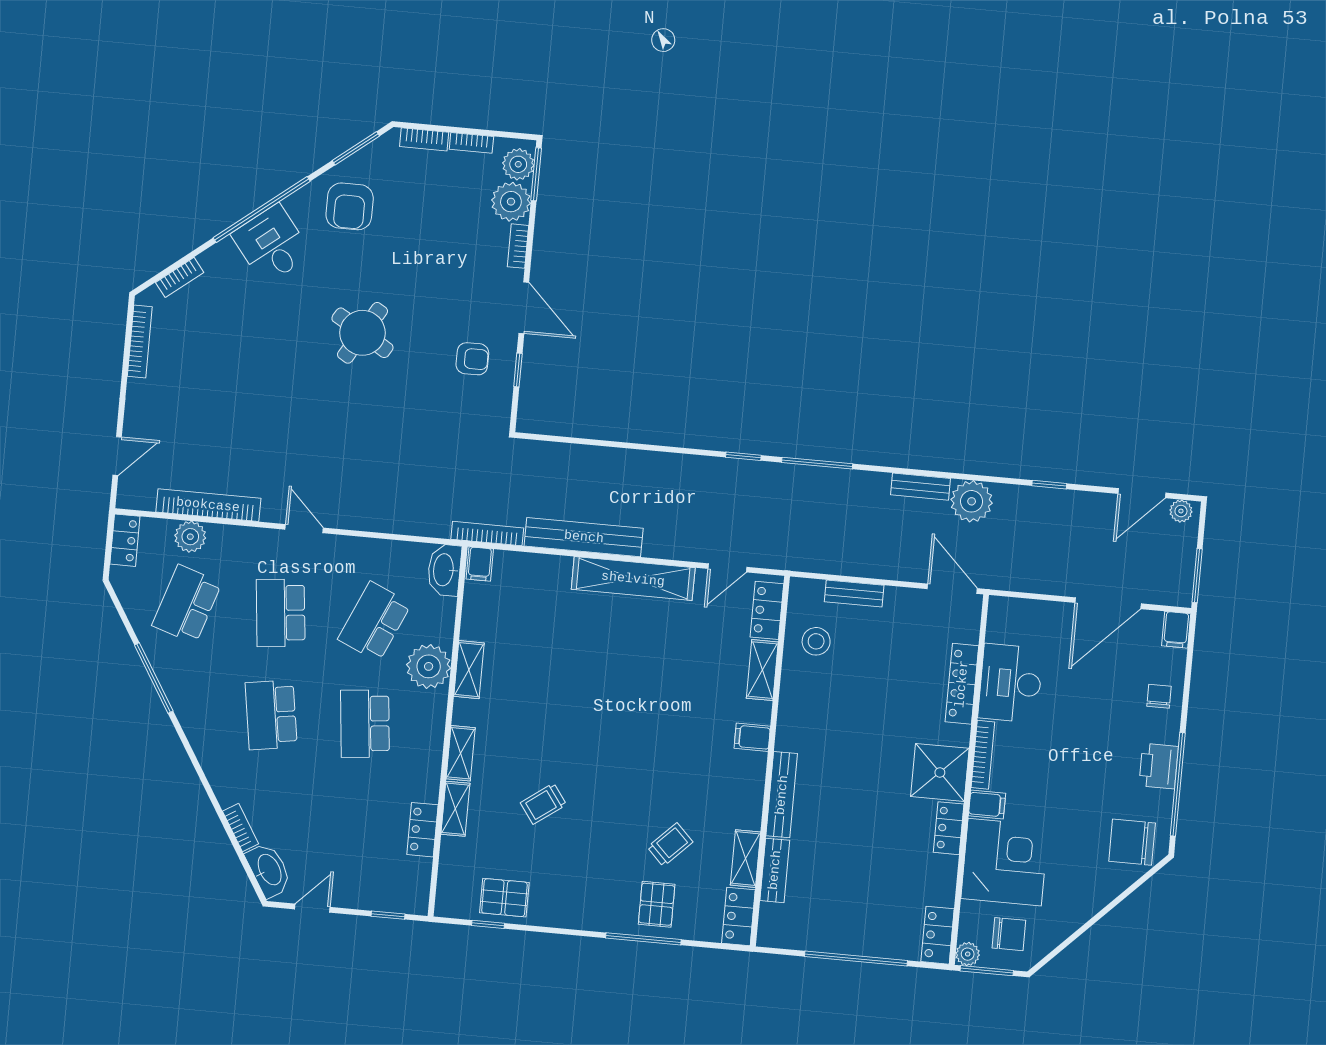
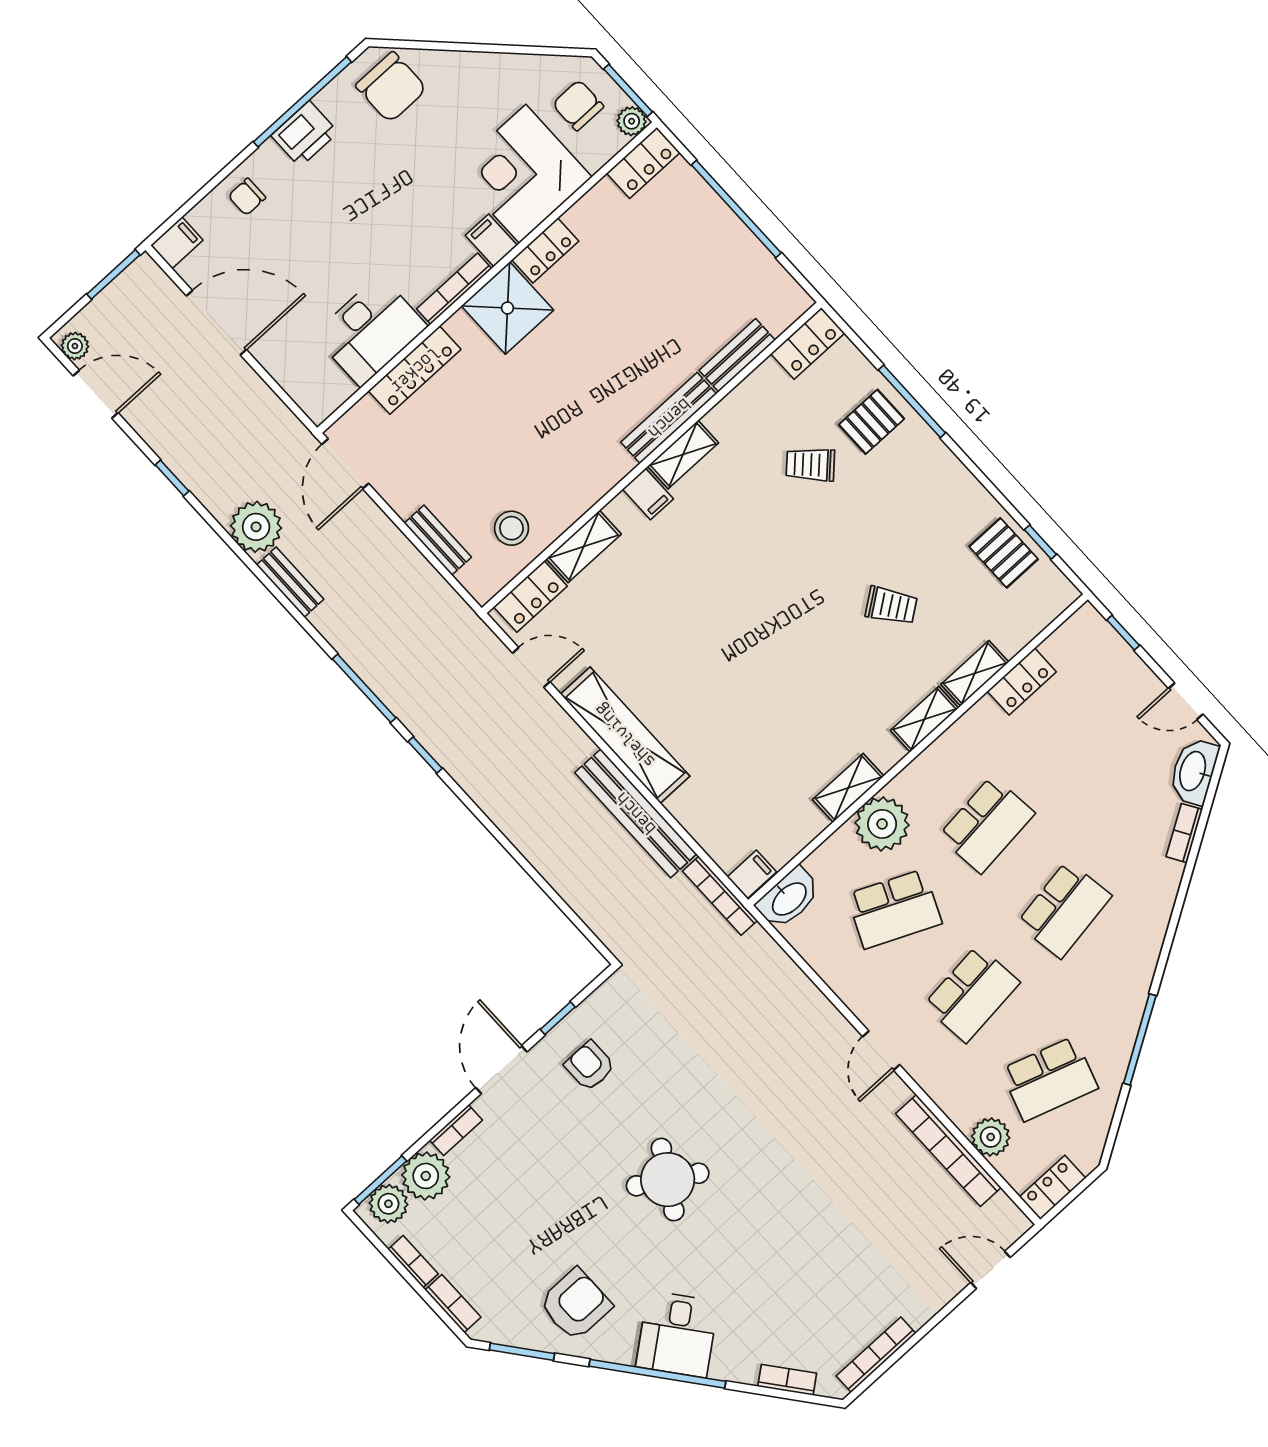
shelving: (746, 859) -> (683, 455), moved

